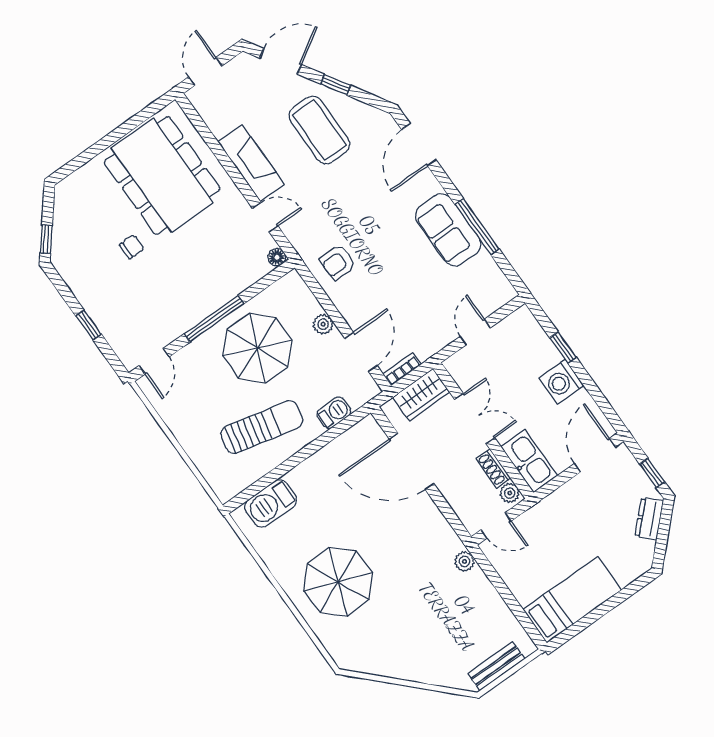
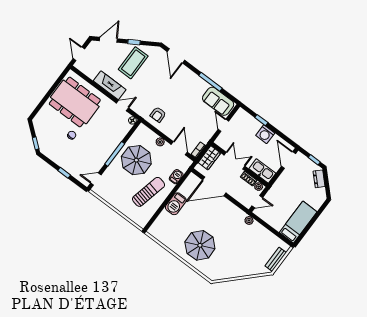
coffee table: (319, 130) -> (133, 63), turned 90
sofa: (448, 230) -> (218, 101), moved
door: (154, 361) -> (96, 179), swing flipped
barbecue: (271, 503) -> (176, 204), moved

